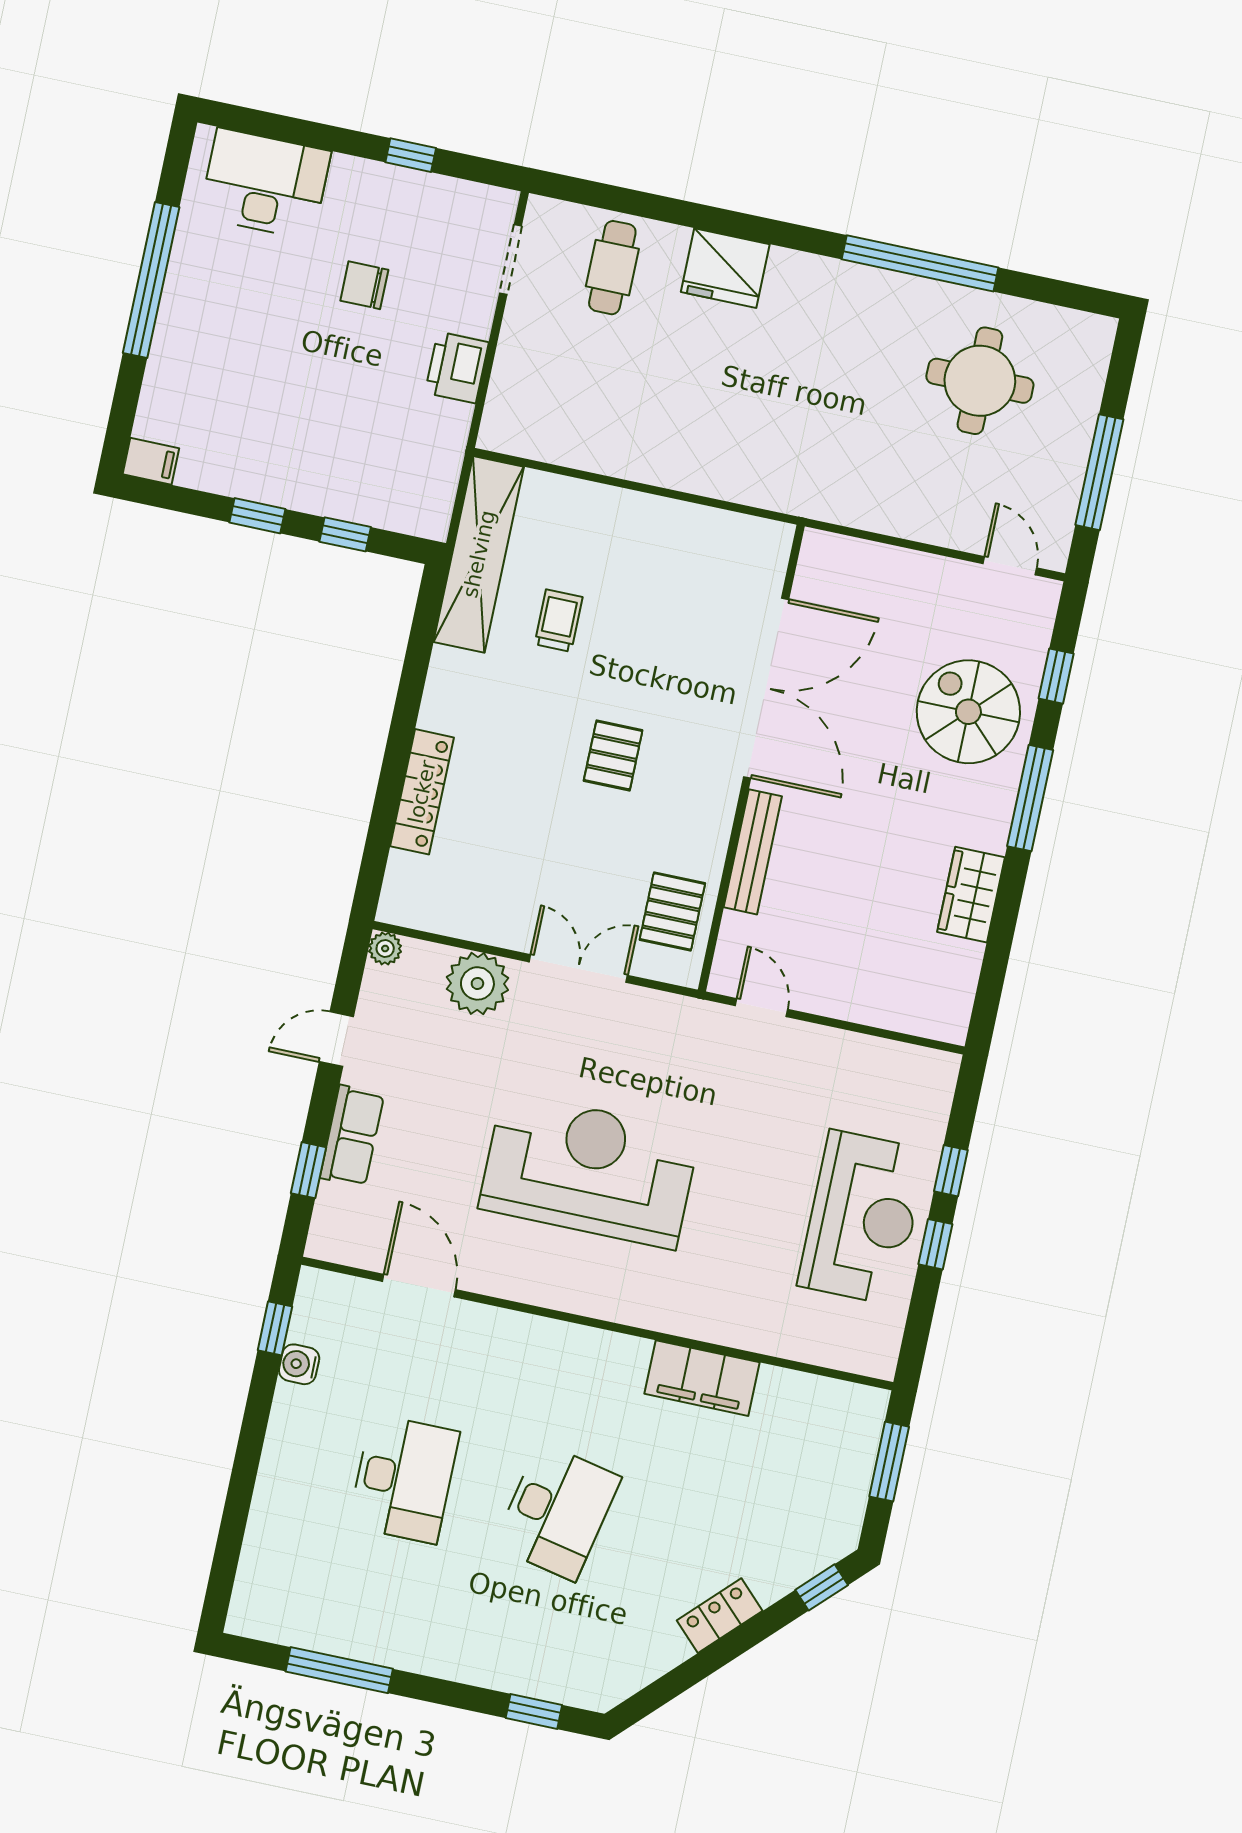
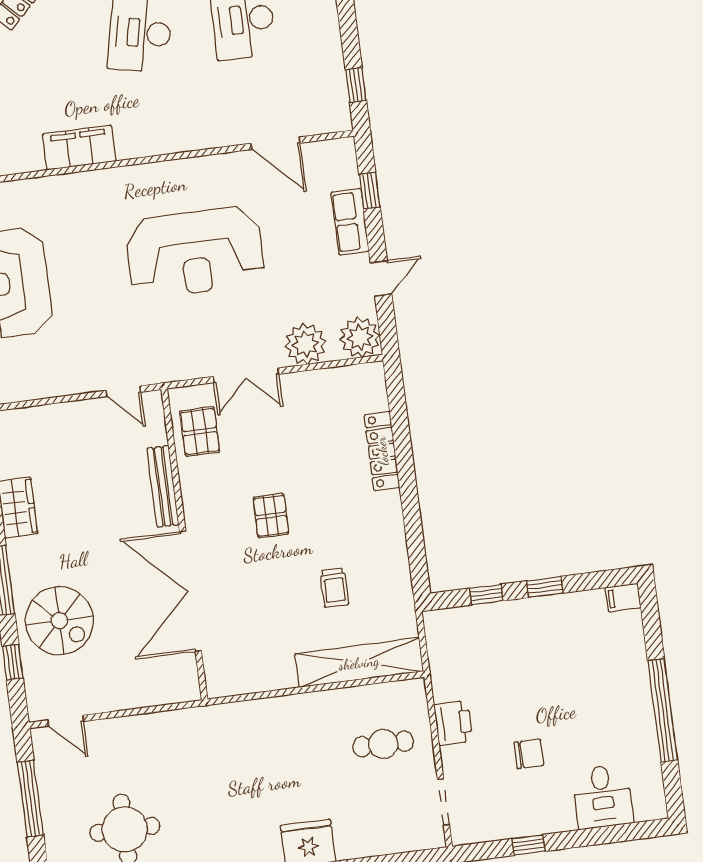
desk: (265, 184) -> (603, 796), width x0.73
cafe table: (612, 268) -> (383, 744), moved, turned 90
shelving: (479, 554) -> (359, 663), moved, turned 90
plant: (385, 949) -> (360, 337), width x1.88, depth x1.88
water cooler: (299, 1364) -> (333, 68), removed

